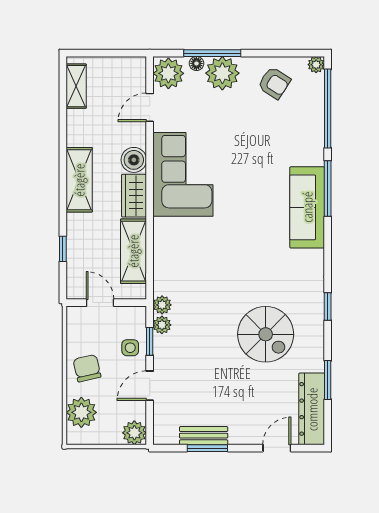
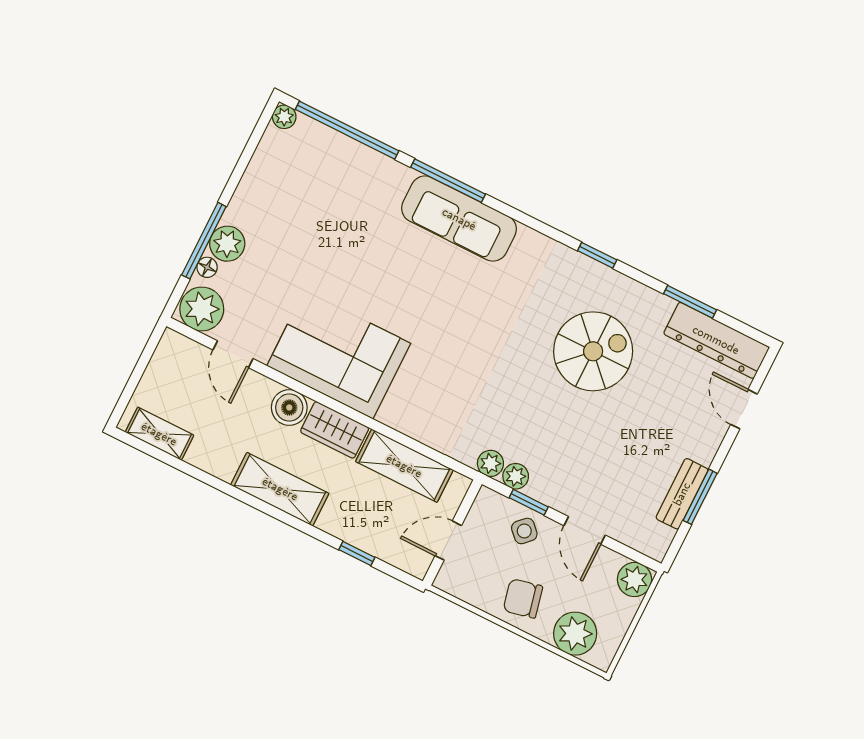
plant: (222, 73) -> (227, 244), width x0.73, depth x0.73
armchair: (274, 83) -> (281, 181), removed
side table: (130, 348) -> (524, 531), turned 45

